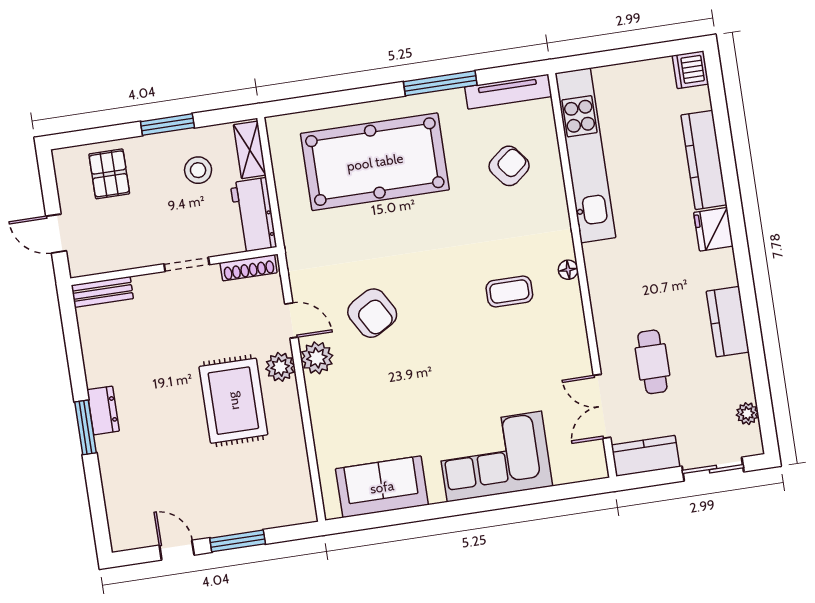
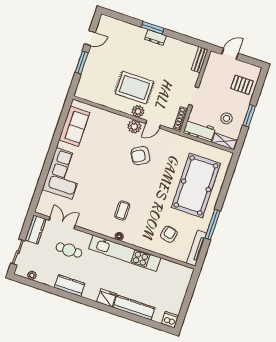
kitchen unit: (585, 155) -> (125, 253), moved
armchair: (509, 166) -> (169, 234), turned -129

